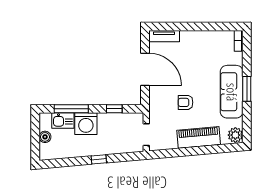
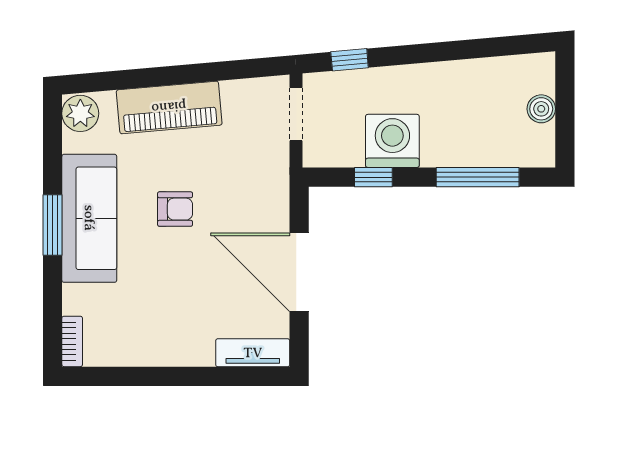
armchair: (186, 102) -> (175, 209), moved
kitchen sink: (63, 121) -> (498, 148), removed
washing machine: (86, 124) -> (392, 141), moved
window: (99, 159) -> (350, 60), moved

